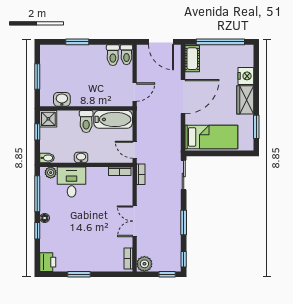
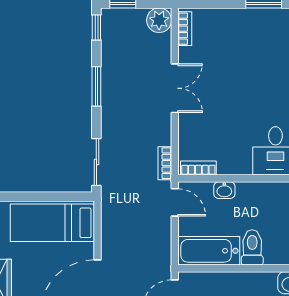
washbasin: (81, 157) -> (224, 190), moved

